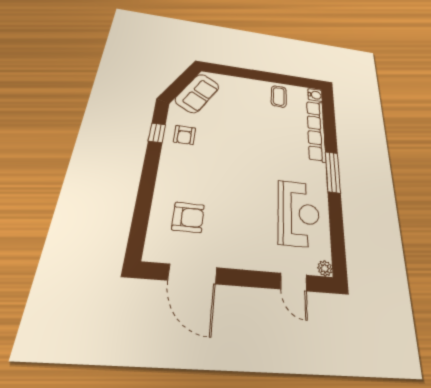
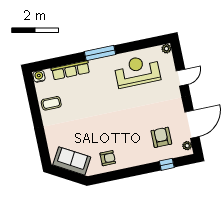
row of seats: (316, 130) -> (71, 70), width x0.73
window: (157, 133) -> (167, 164), moved
plant: (159, 255) -> (187, 146), added
door: (294, 282) -> (182, 78), moved

